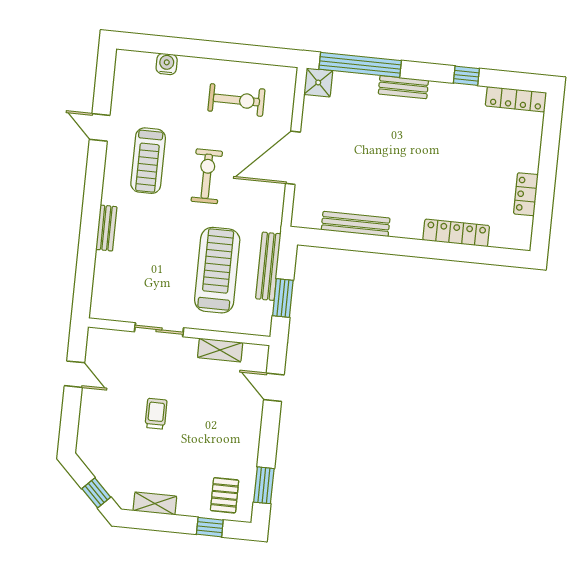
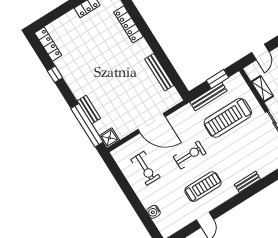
bench: (403, 87) -> (89, 110), moved
exercise bike: (236, 100) -> (145, 168), turned 180
exercise bike: (207, 176) -> (190, 155), turned 180

